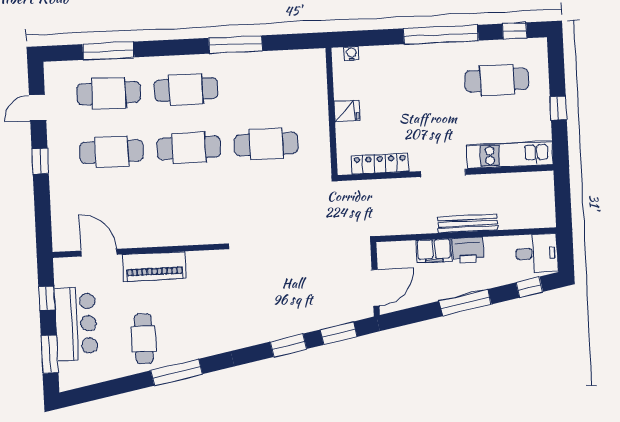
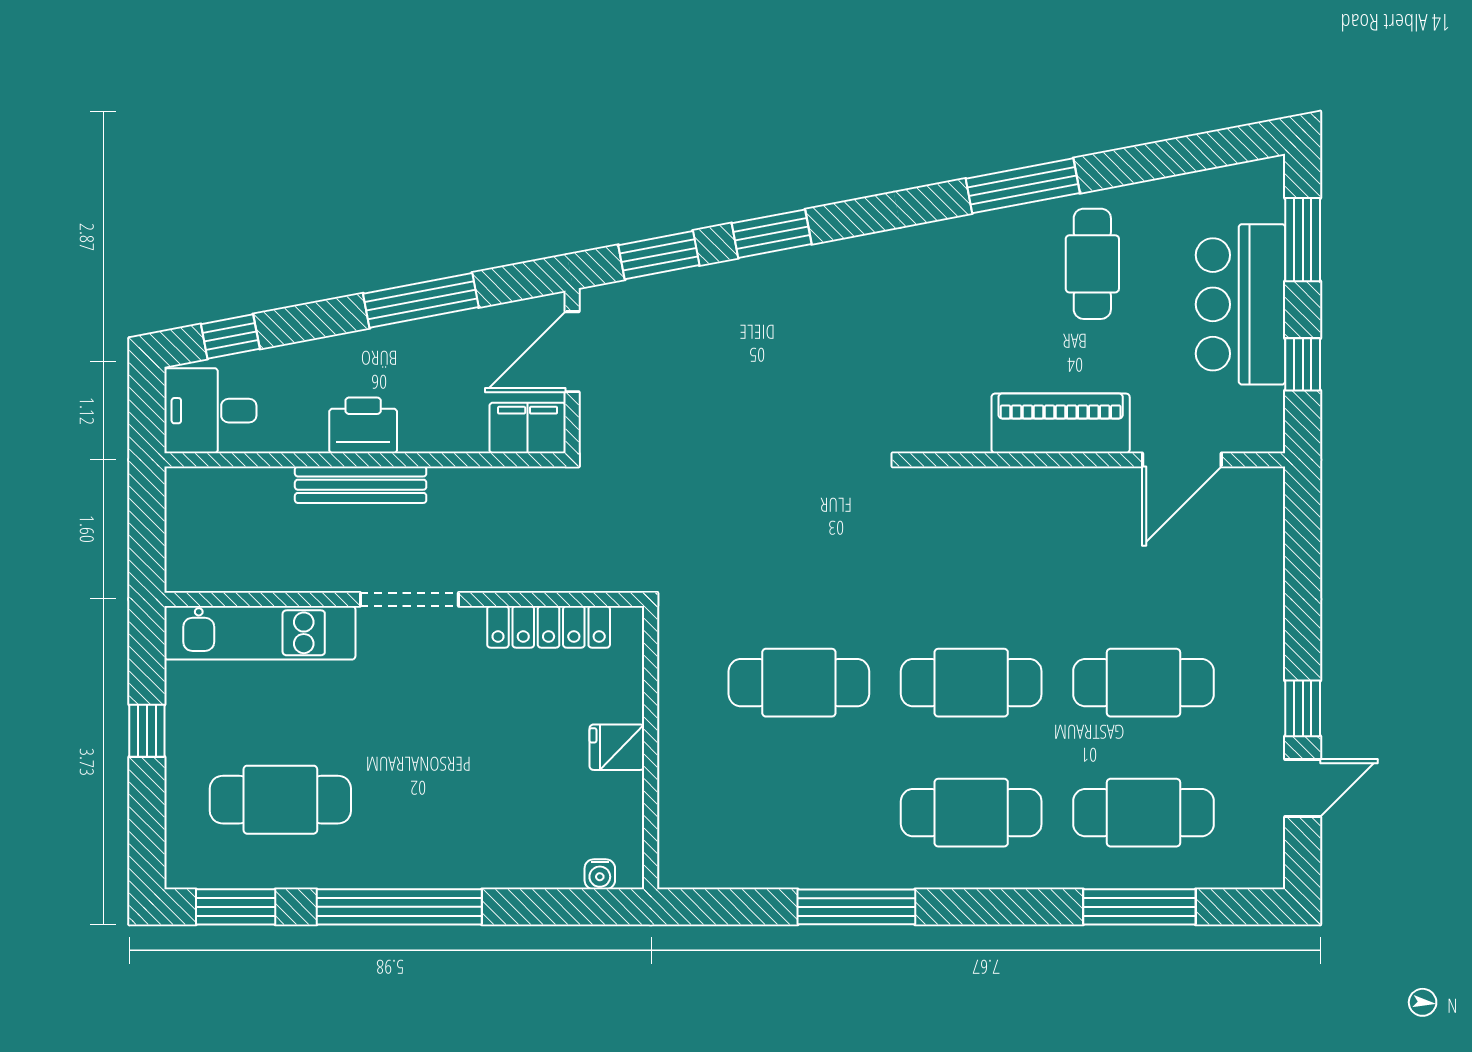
window: (515, 31) -> (236, 907), width x1.50
window: (40, 161) -> (1303, 708), moved
filing cabinet: (434, 251) -> (528, 428), moved
door: (99, 253) -> (1182, 460), hinge flipped
window: (465, 303) -> (421, 300), moved

